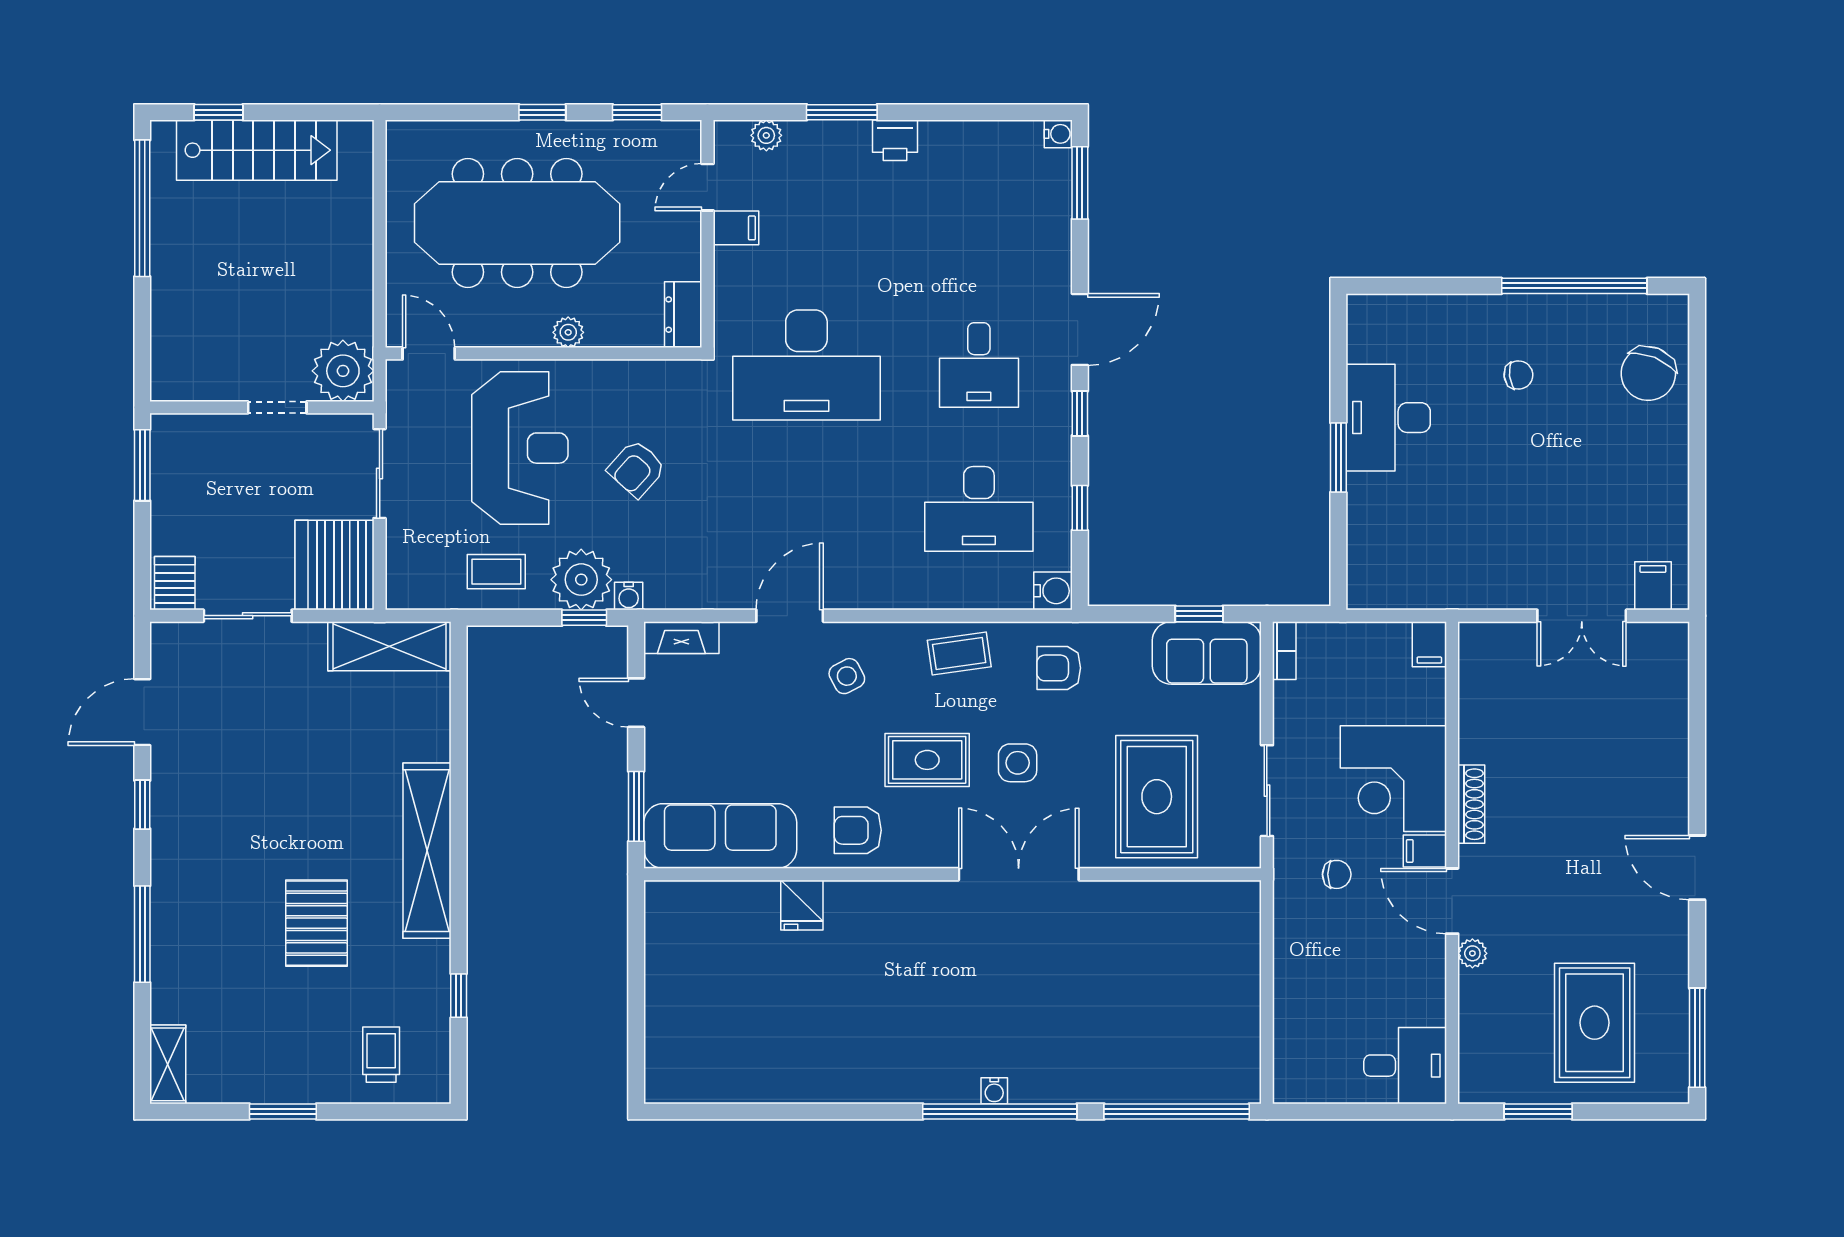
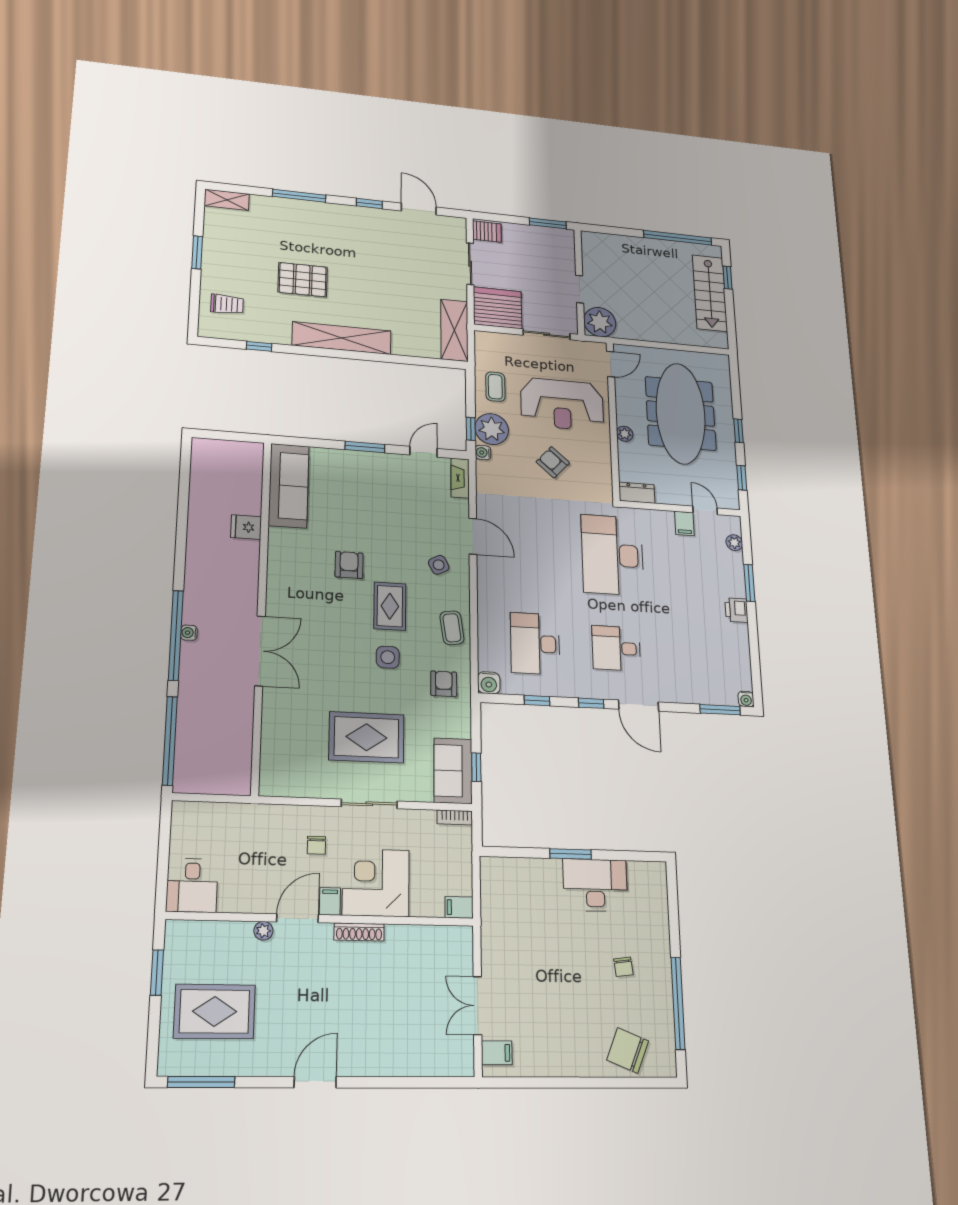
sofa: (720, 836) -> (289, 486), moved
wall: (952, 874) -> (261, 613), moved
double door: (1019, 874) -> (260, 651), moved
fridge: (802, 905) -> (246, 527), moved

